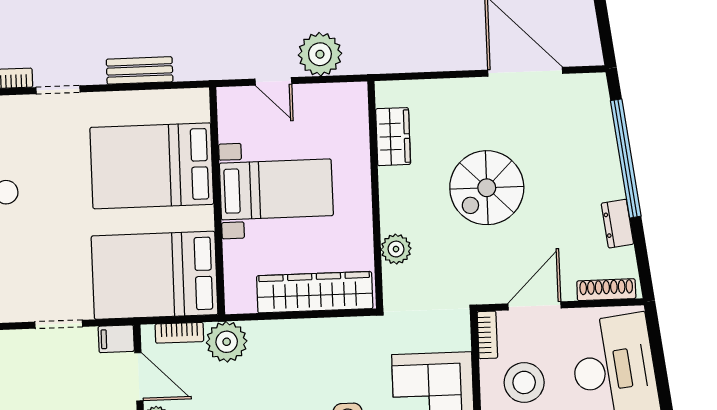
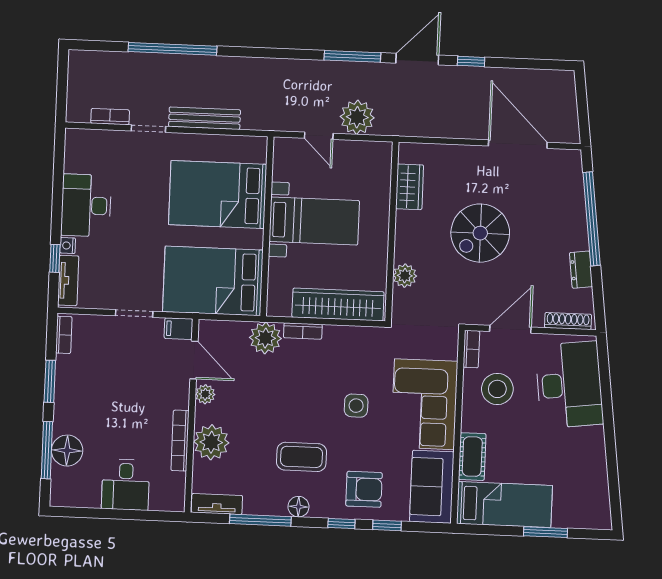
bench: (140, 70) -> (205, 118), width x1.36
bookcase: (179, 333) -> (303, 331), moved

